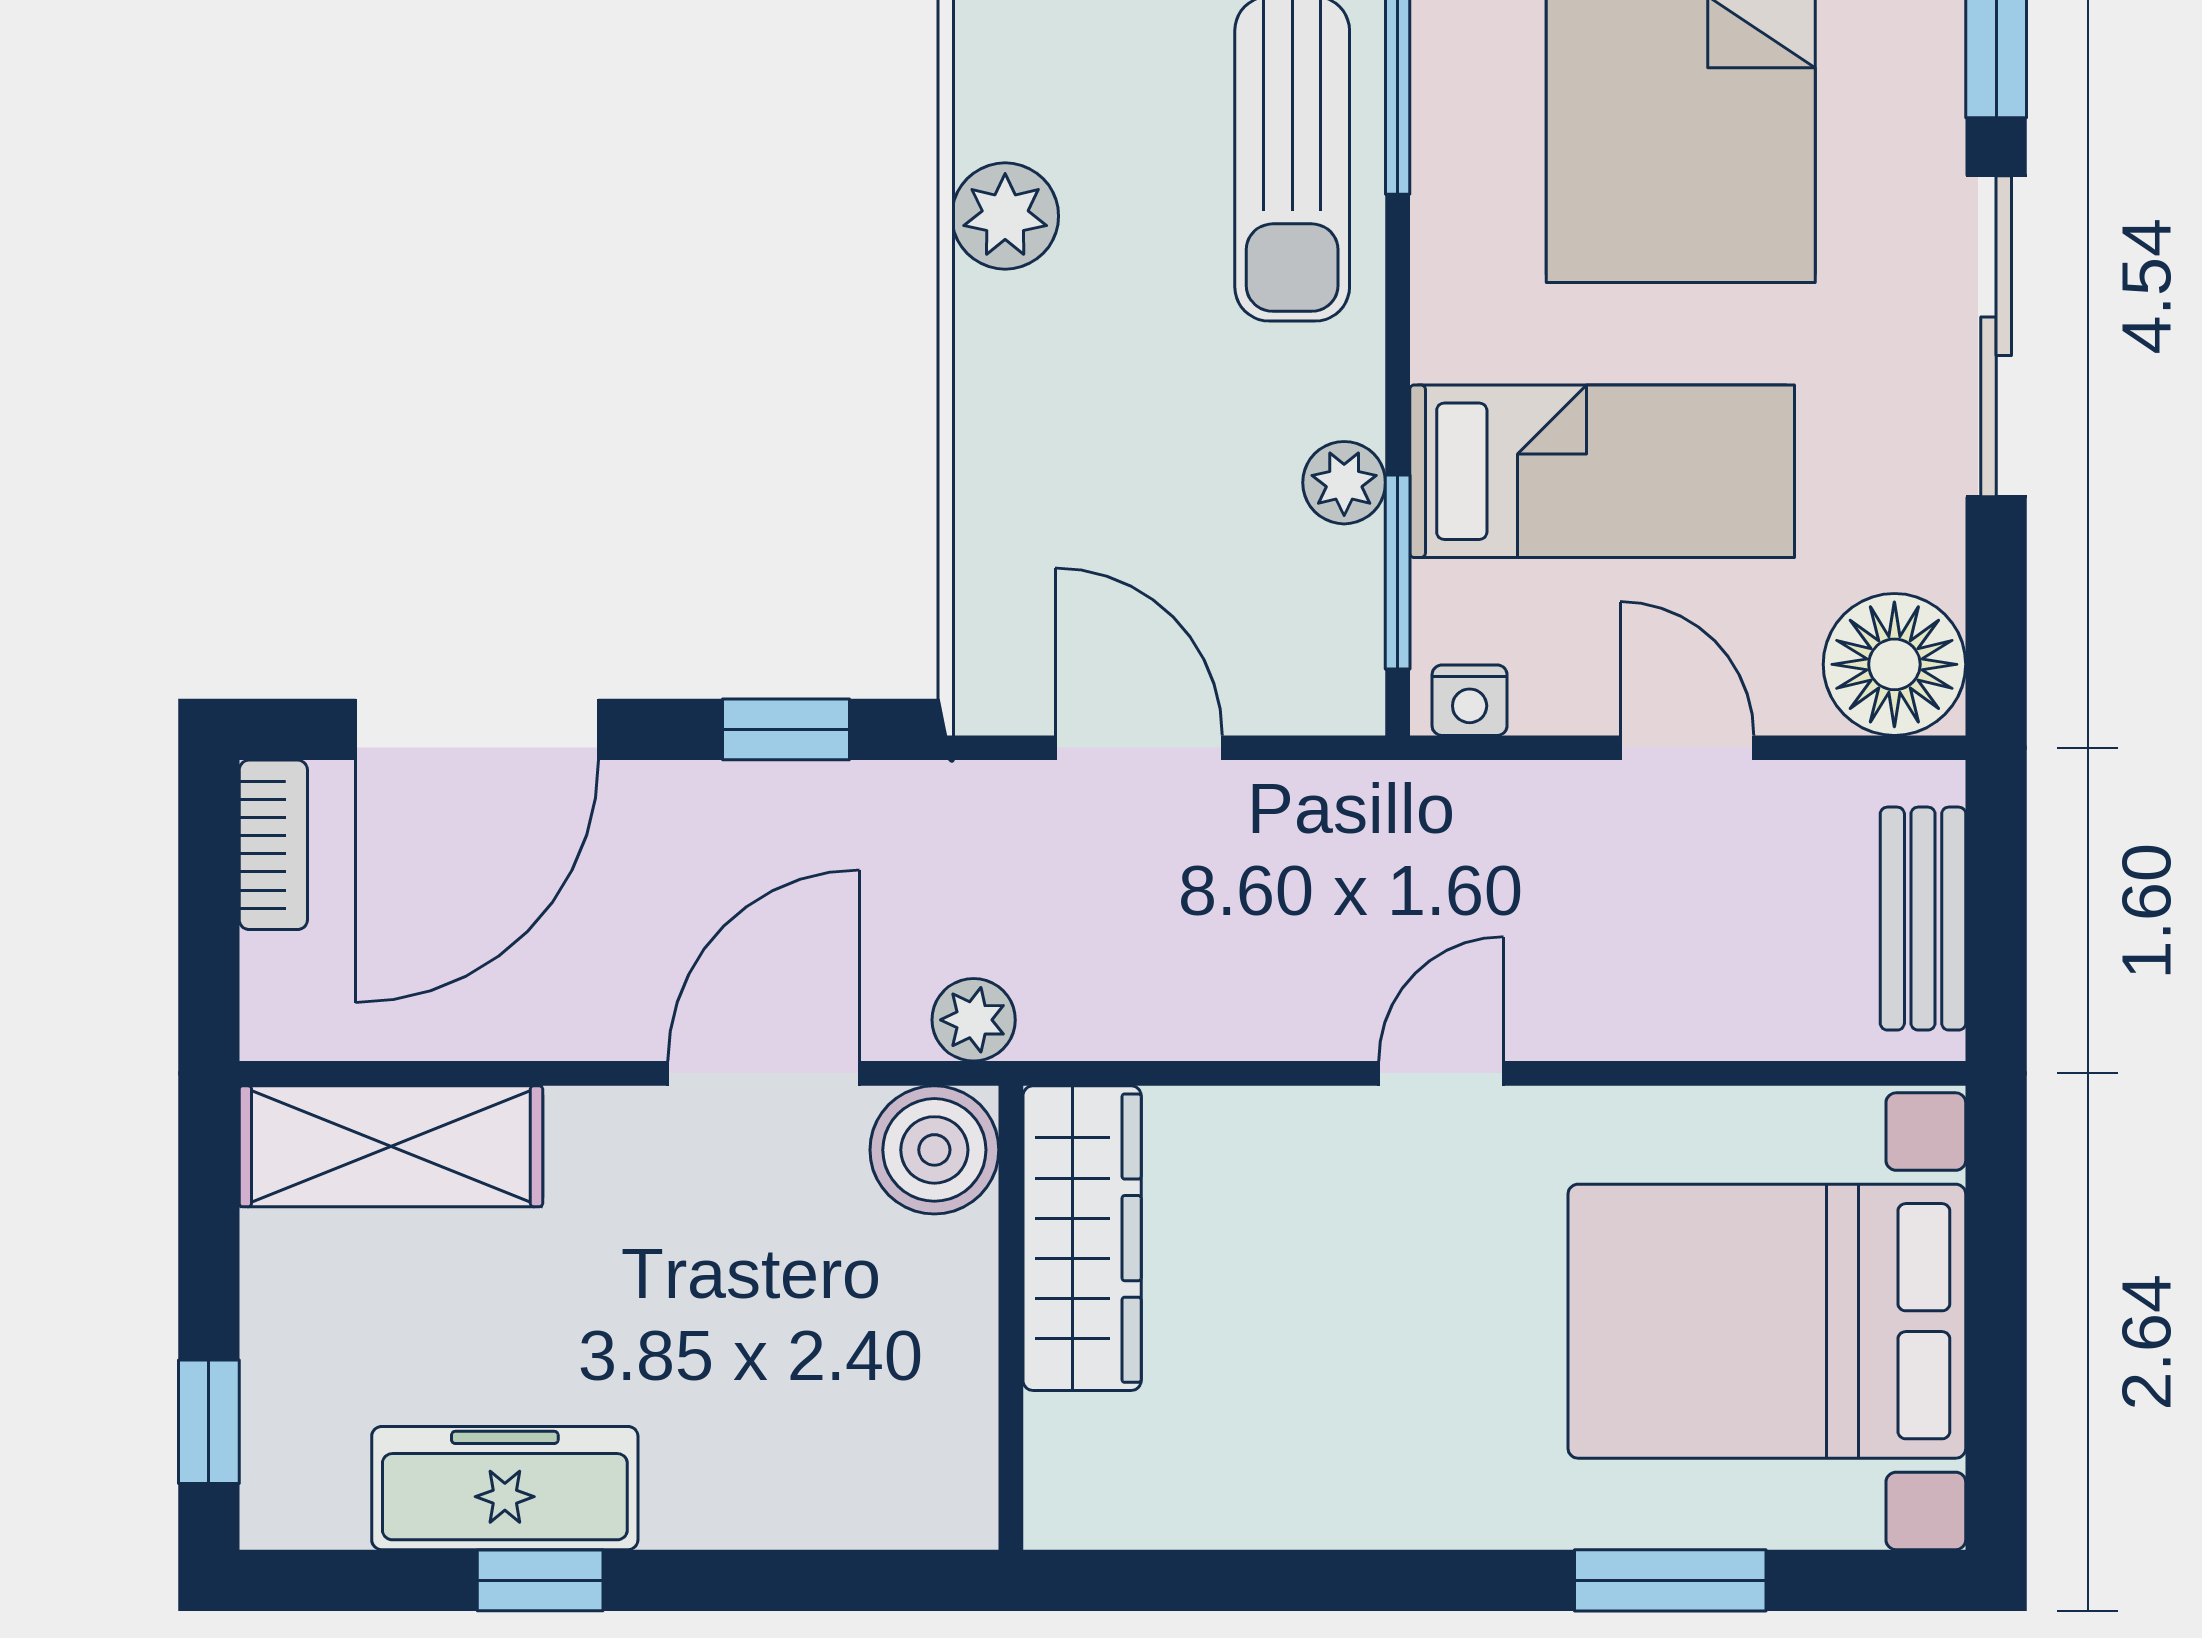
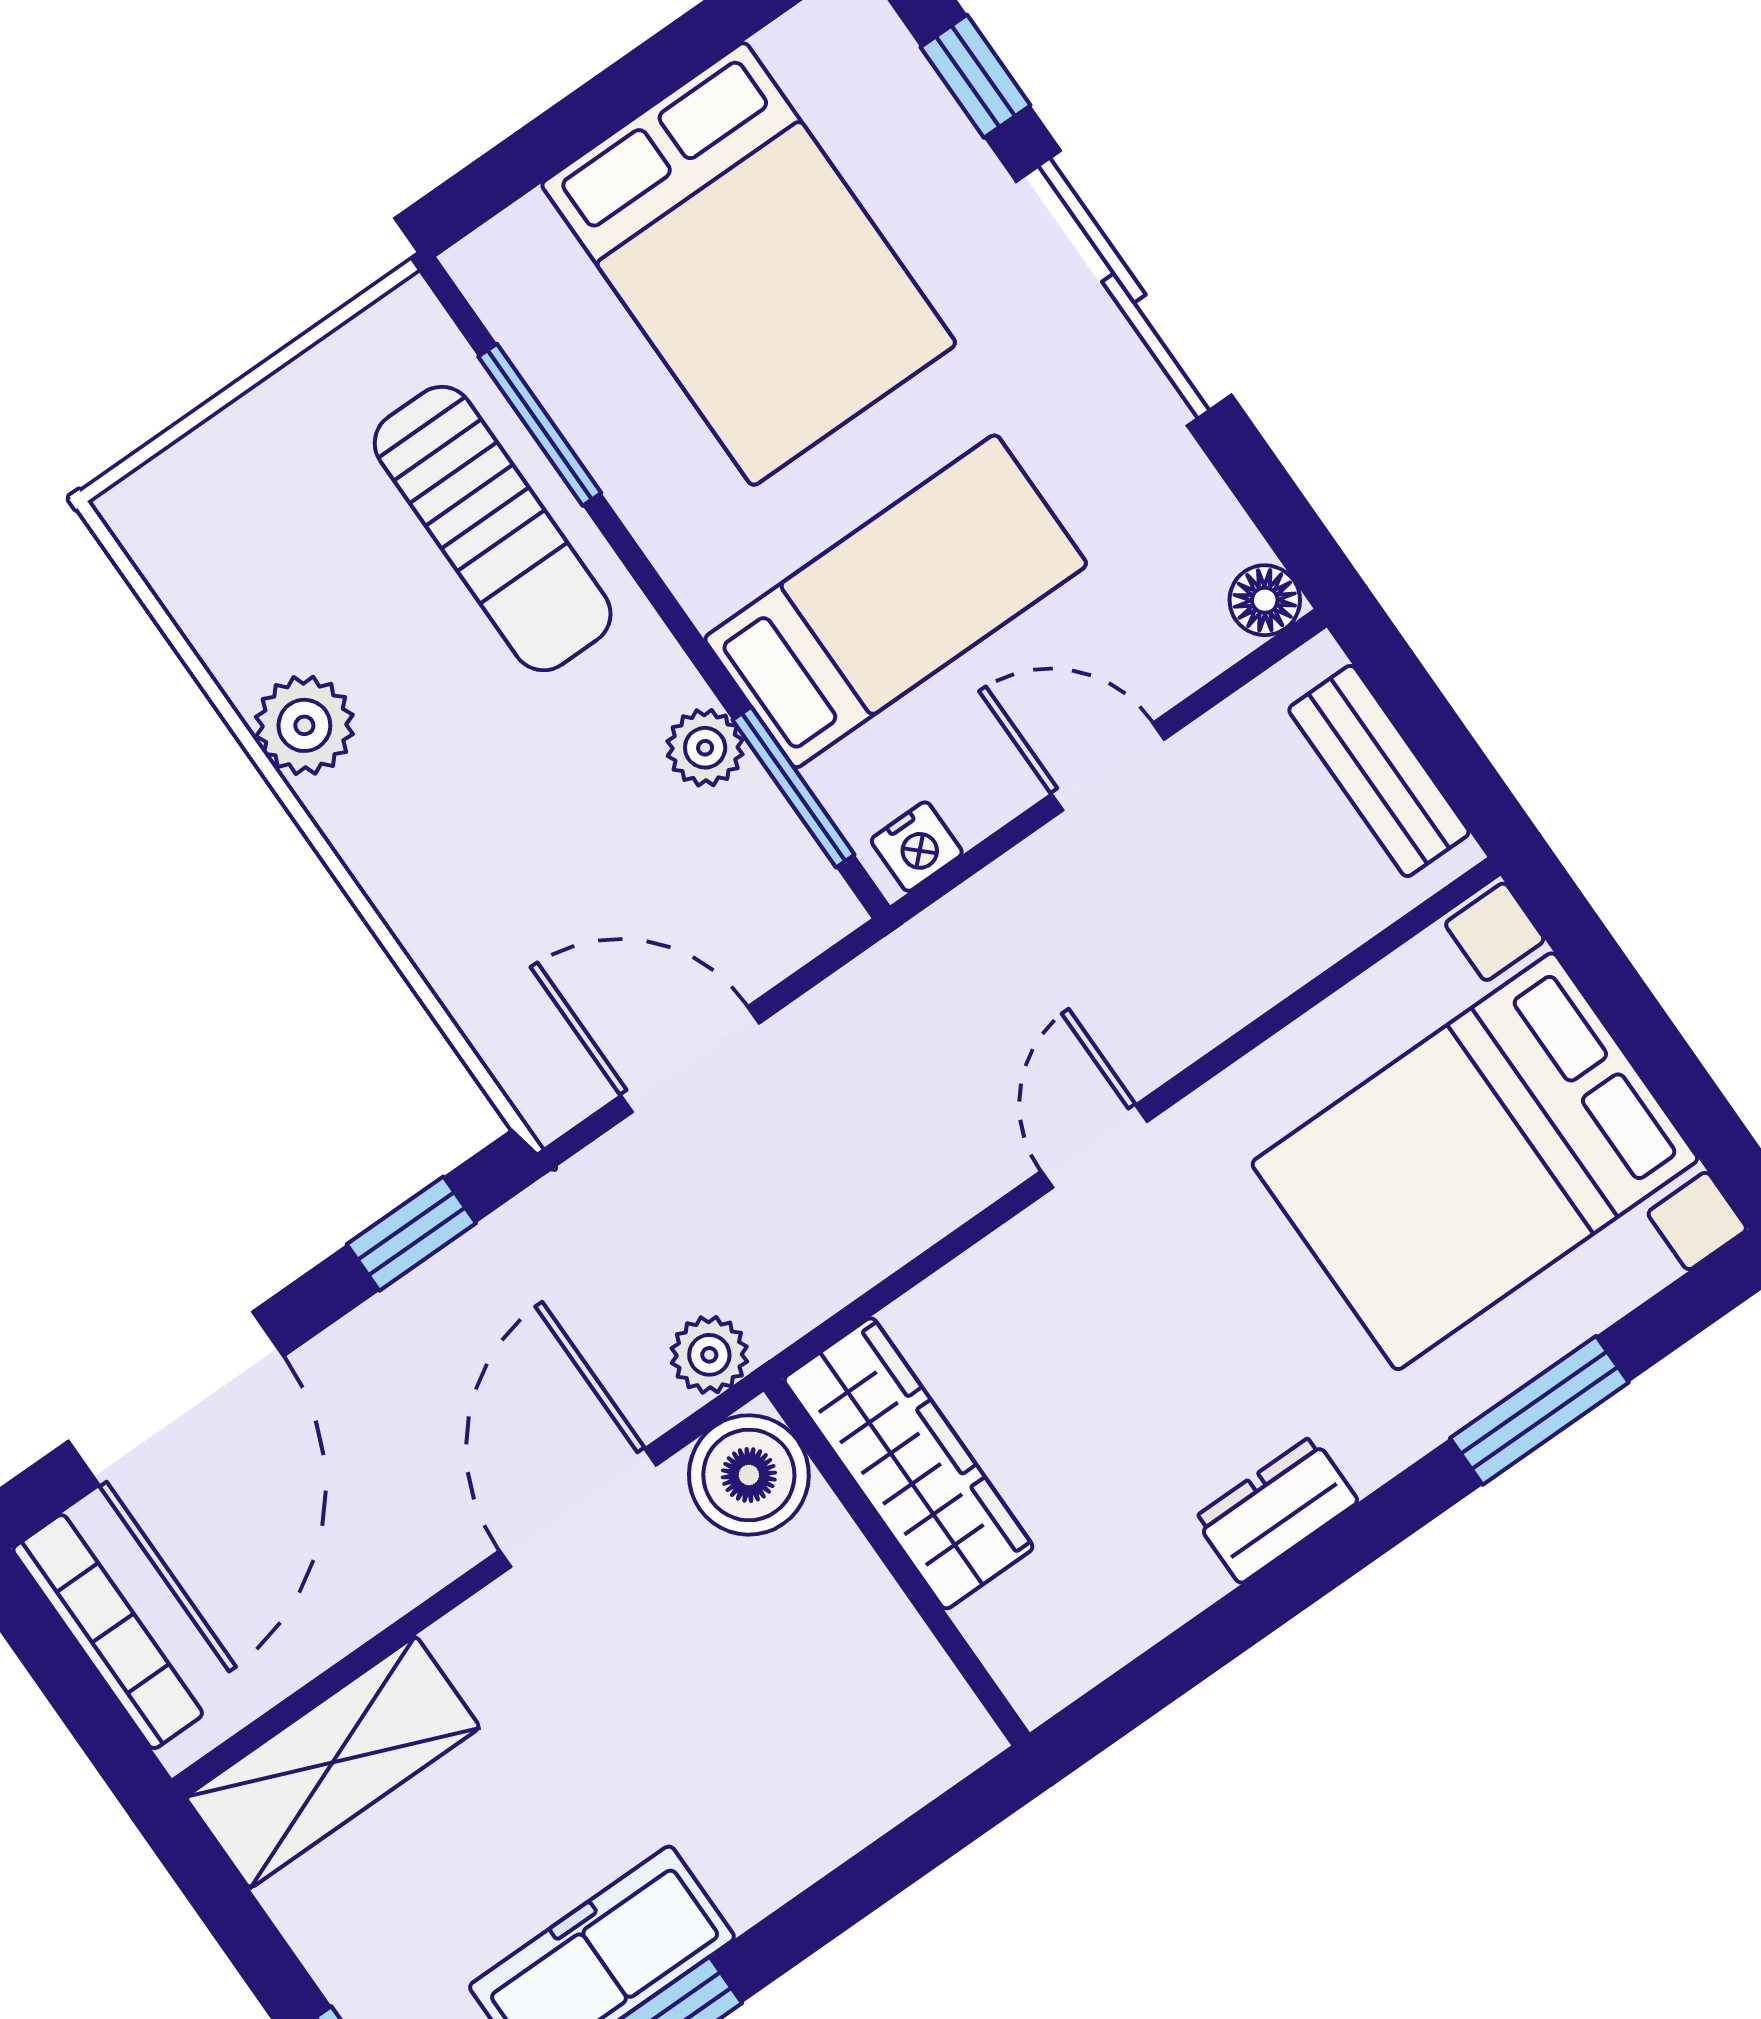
floor lamp: (1894, 664) -> (1265, 600), width x0.53, depth x0.53
bookcase: (273, 845) -> (108, 1632), width x1.56
dresser: (1377, 1506) -> (1276, 1510), added

